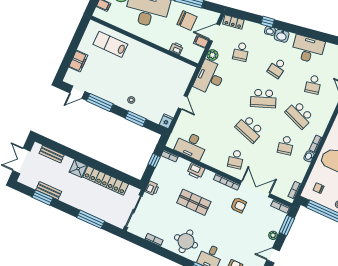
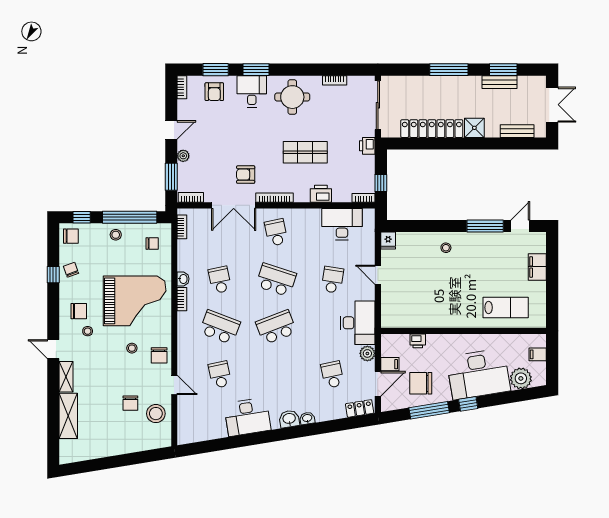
window: (268, 22) -> (315, 429), removed
school desk: (277, 68) -> (332, 280), moved
window: (136, 119) -> (429, 226), removed
window: (91, 219) -> (449, 70), moved

